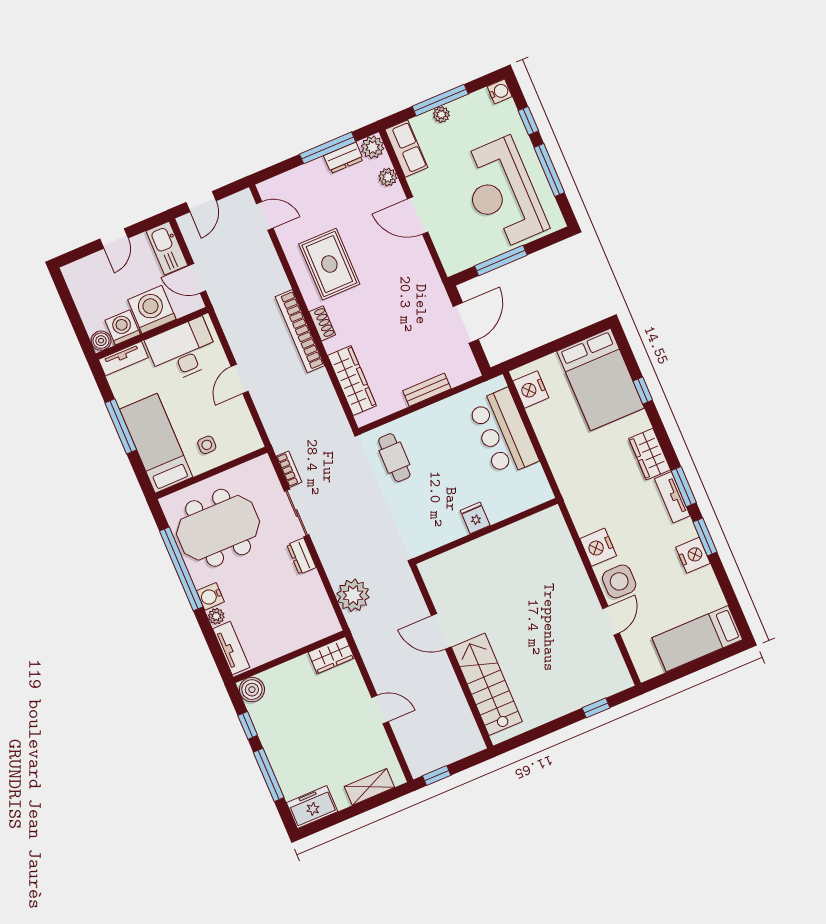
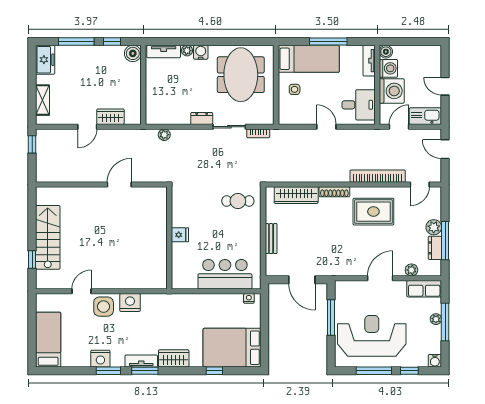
plant: (373, 147) -> (434, 227), moved
shoe rack: (322, 323) -> (334, 192), width x1.43
bookcase: (300, 331) -> (378, 176), moved
desk: (183, 351) -> (359, 105), width x0.73
nightstand: (531, 389) -> (249, 298), width x0.53, depth x0.56
window: (181, 569) -> (225, 41), removed
plant: (353, 595) -> (164, 135), width x0.53, depth x0.53
door: (611, 621) -> (82, 291), swing flipped
wardrobe: (331, 655) -> (110, 117), moved, turned 90
stairs: (487, 684) -> (48, 237), moved, turned -90

